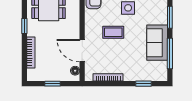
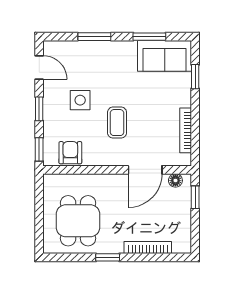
sofa: (157, 43) -> (165, 56), moved
window: (170, 54) -> (149, 37), width x0.69
window: (52, 84) -> (195, 197), moved

